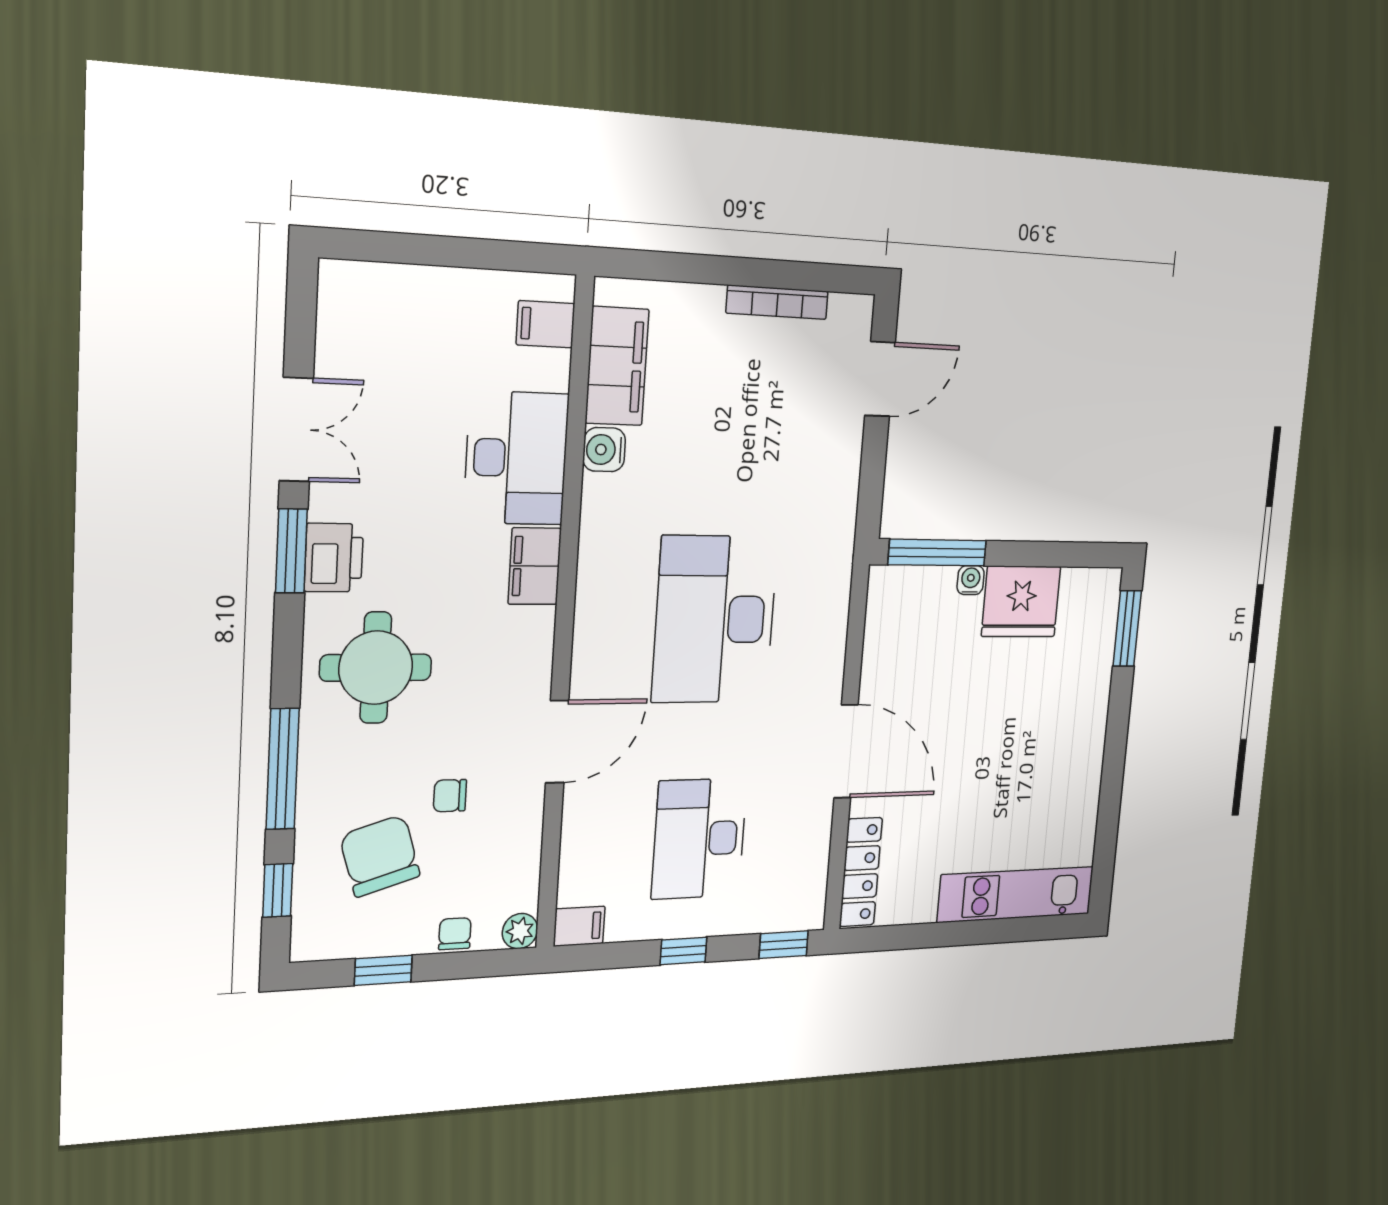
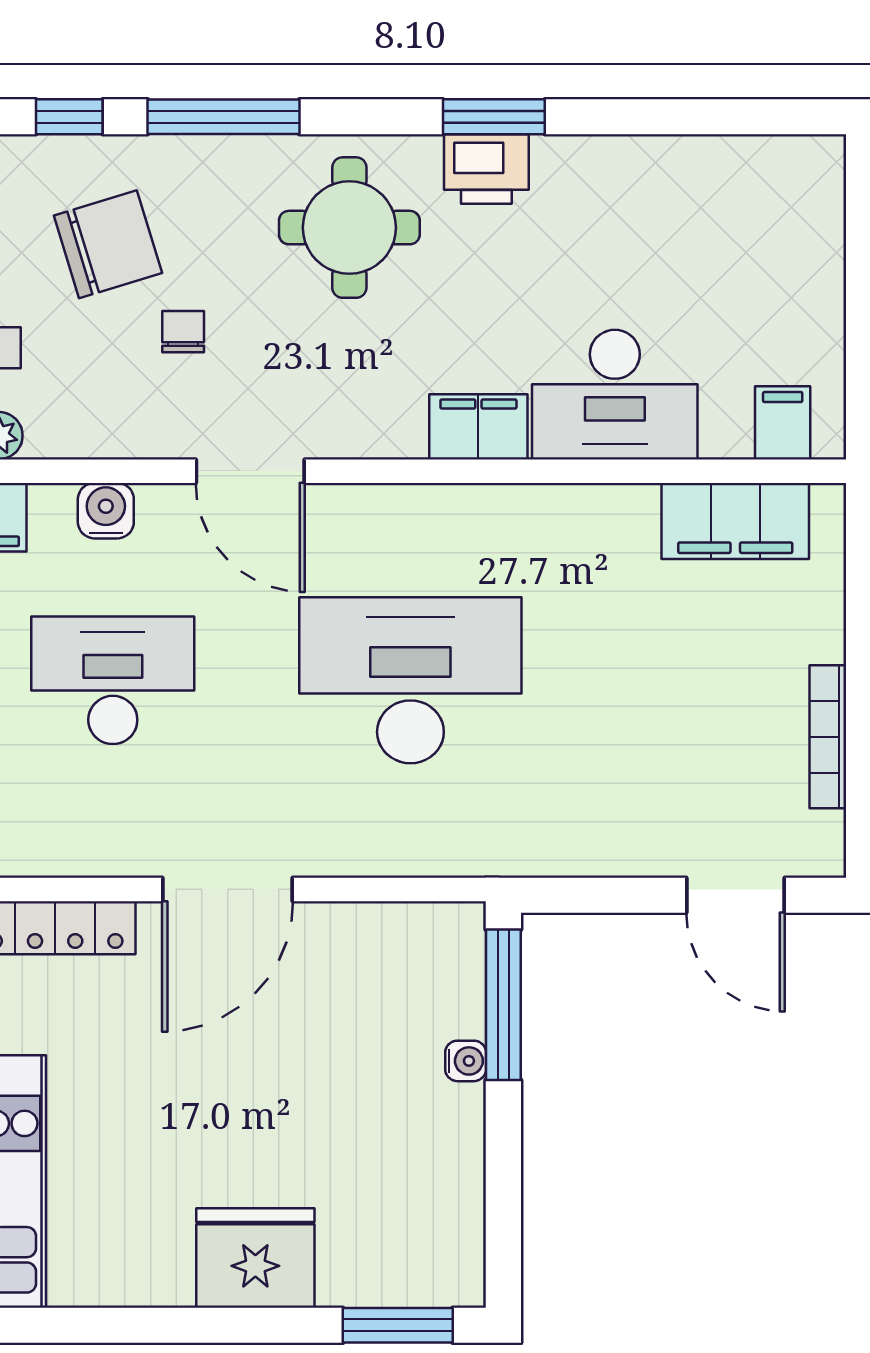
double door: (296, 430) -> (641, 117), removed
water cooler: (604, 450) -> (106, 511), moved
fridge: (1021, 602) -> (255, 1258), moved, turned 90

